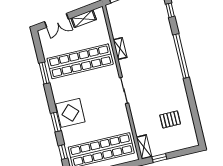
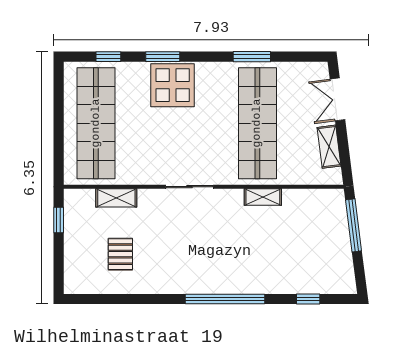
shelving: (144, 147) -> (116, 198), moved

